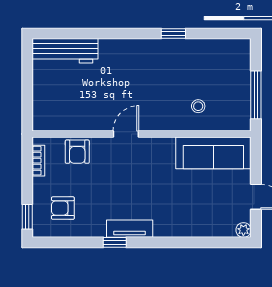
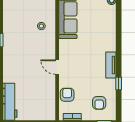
armchair: (77, 152) -> (67, 95), turned -90
window: (115, 242) -> (119, 83), moved

